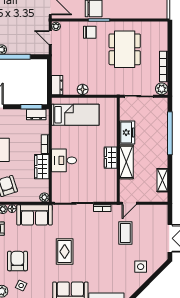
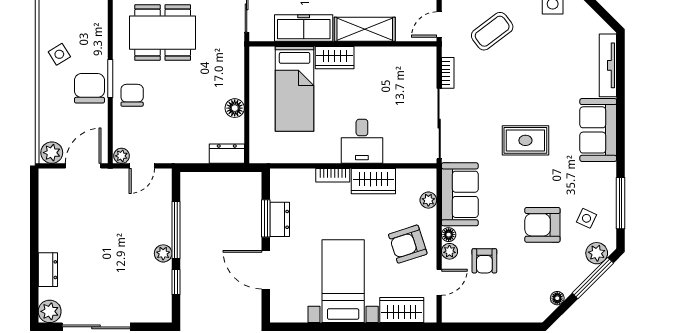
window: (31, 107) -> (266, 218), moved
dresser: (36, 114) -> (280, 219), moved
bed: (75, 115) -> (295, 89), moved, turned 180
freezer: (127, 133) -> (304, 28), width x1.40
wardrobe: (111, 158) -> (335, 58), moved
plant: (44, 197) -> (428, 200), moved
door: (129, 203) -> (439, 25), swing flipped
coffee table: (125, 233) -> (492, 31), turned -37

